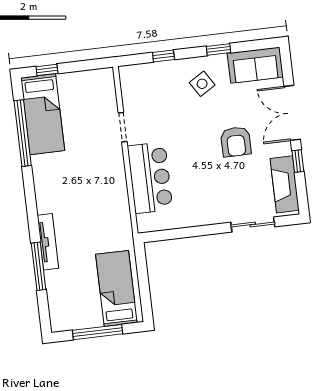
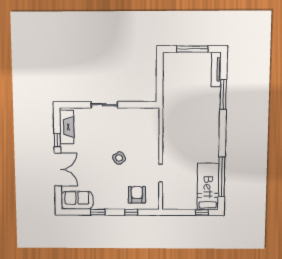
side table: (202, 84) -> (119, 158), moved
armchair: (236, 142) -> (137, 195), moved
bar counter: (150, 178) -> (148, 141), removed
sliding door: (253, 225) -> (104, 105), moved
tv unit: (48, 242) -> (216, 69), moved
bed: (116, 288) -> (177, 75), removed

